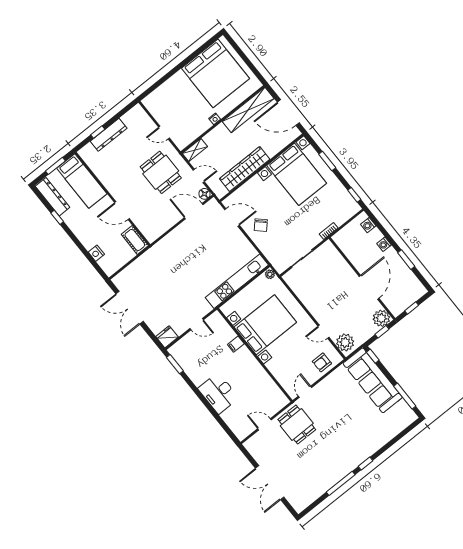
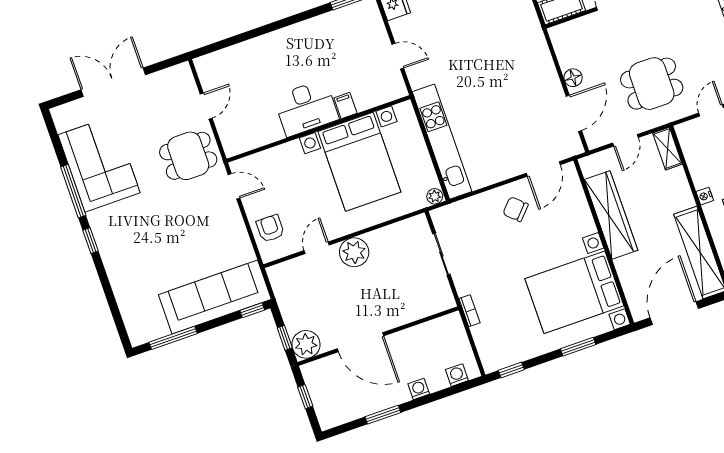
floor lamp: (204, 194) -> (573, 78), moved
door: (197, 324) -> (398, 56), swing flipped
plant: (345, 342) -> (354, 252), moved
desk: (218, 393) -> (306, 108), moved, turned 180
corner sofa: (320, 474) -> (99, 164), added

